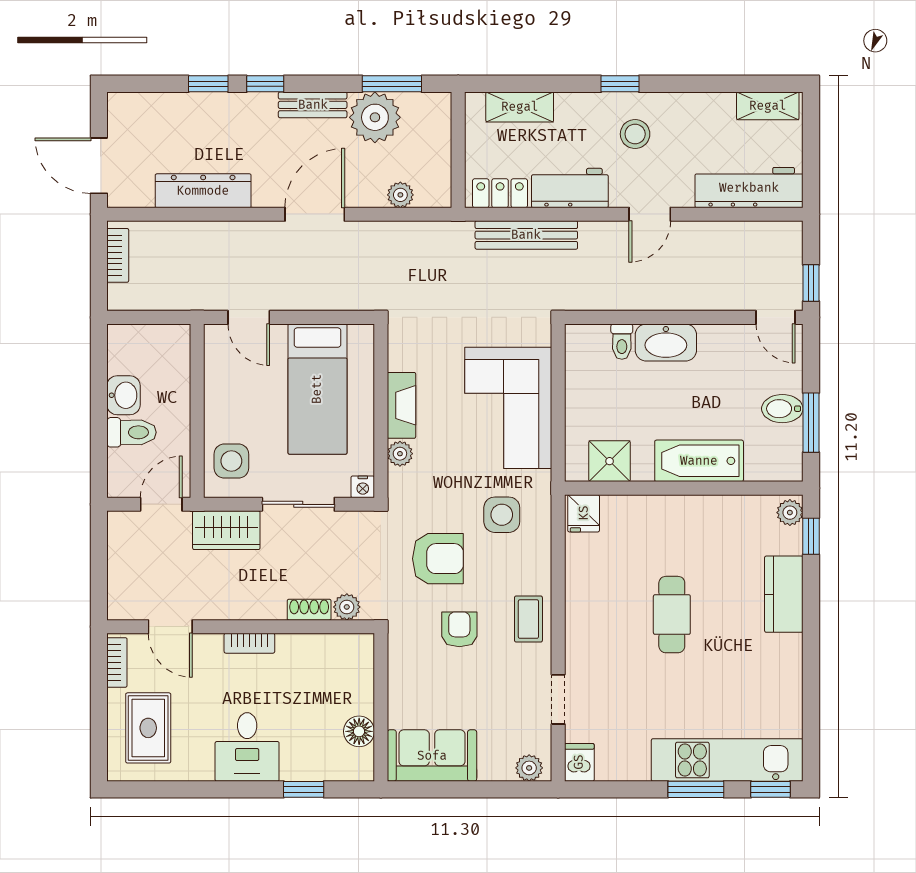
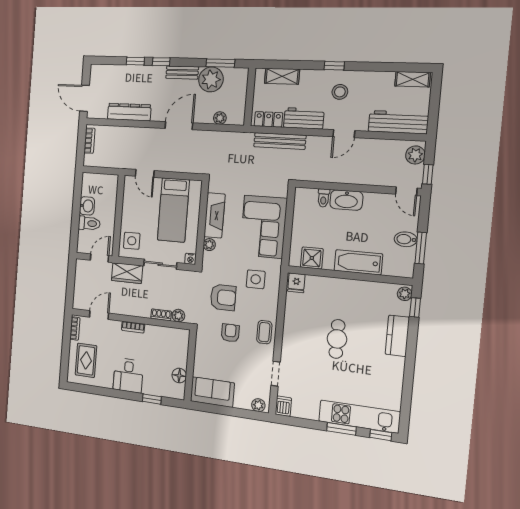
plant: (786, 248) -> (415, 155), added
fireplace: (401, 405) -> (214, 215), width x1.37, depth x1.32
door: (170, 627) -> (99, 315), swing flipped

